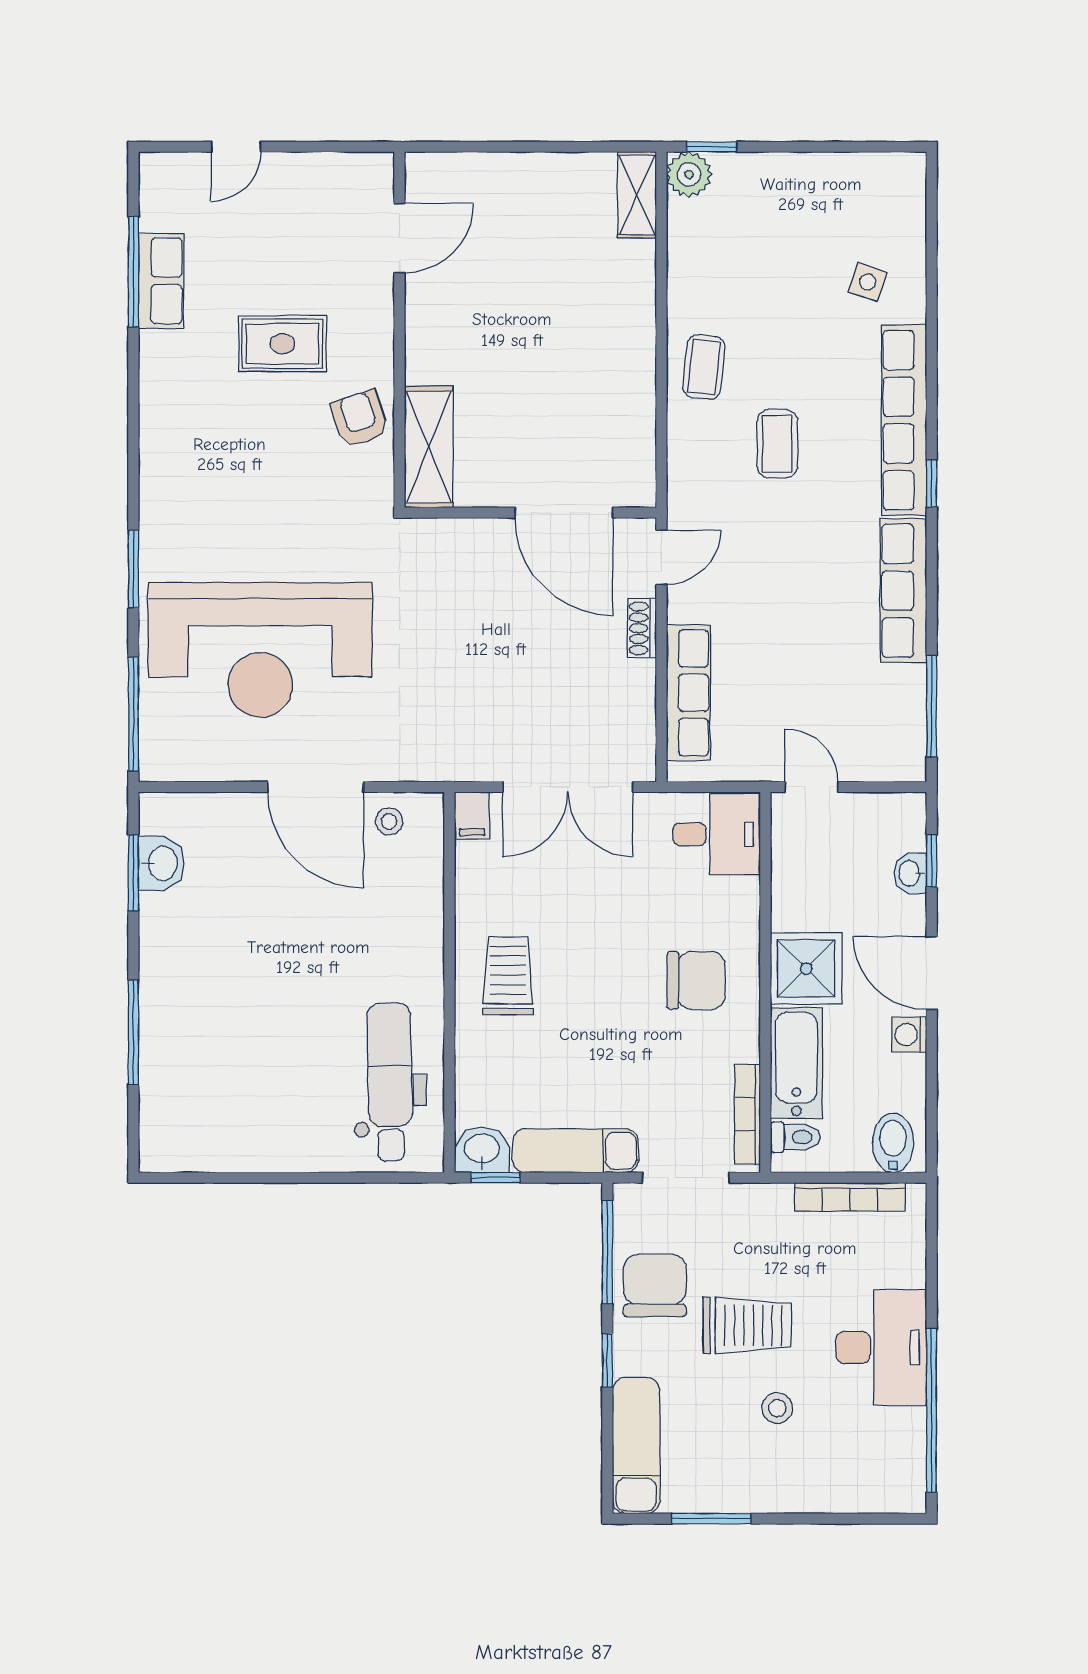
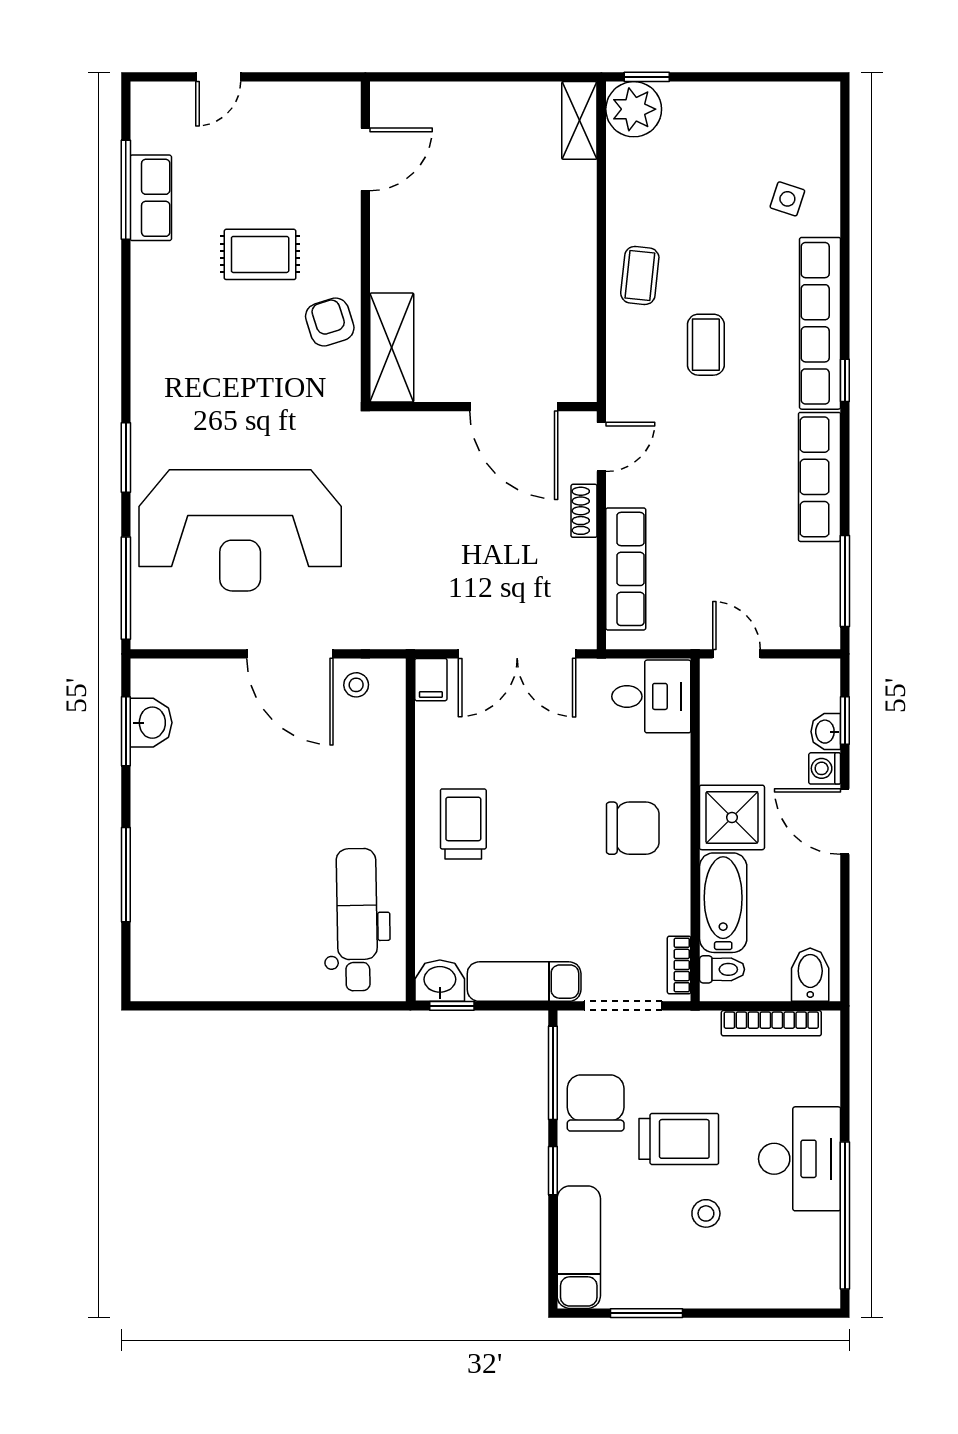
plant: (689, 174) -> (634, 109), width x1.36, depth x1.36
washing machine: (909, 1035) -> (825, 768), moved
bookcase: (747, 1114) -> (679, 965), width x0.64

